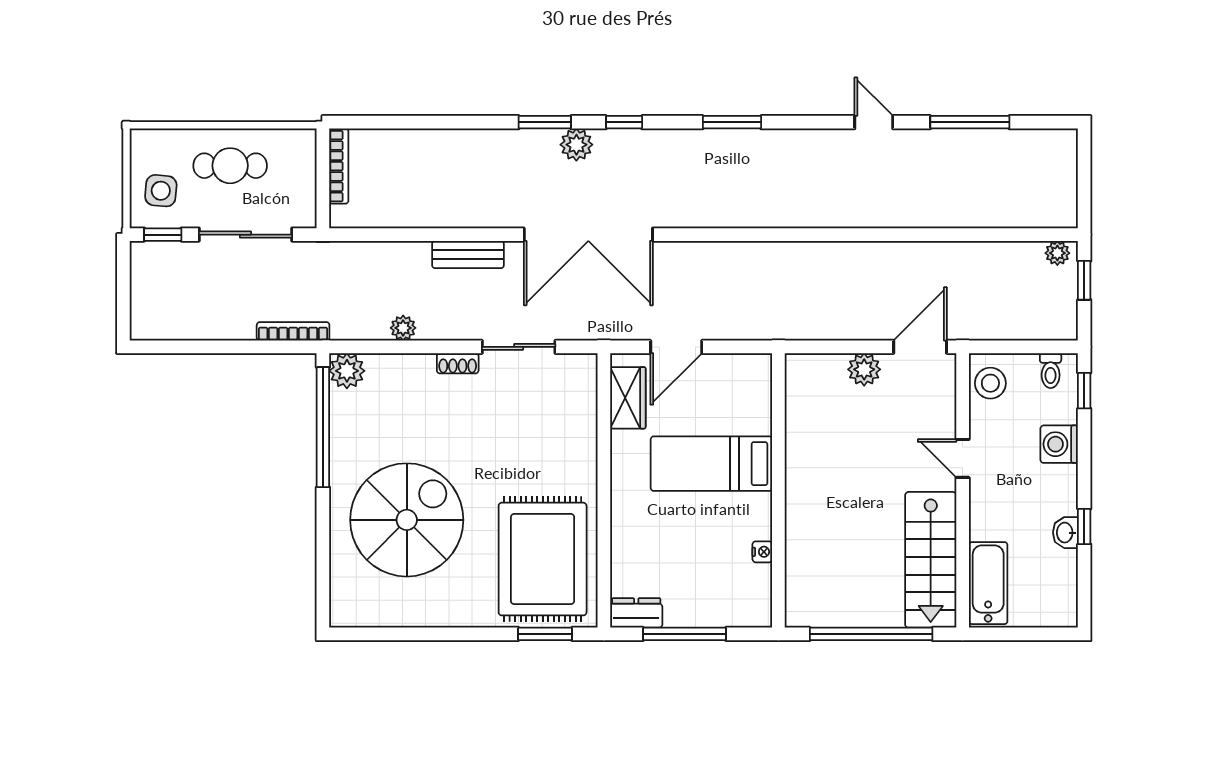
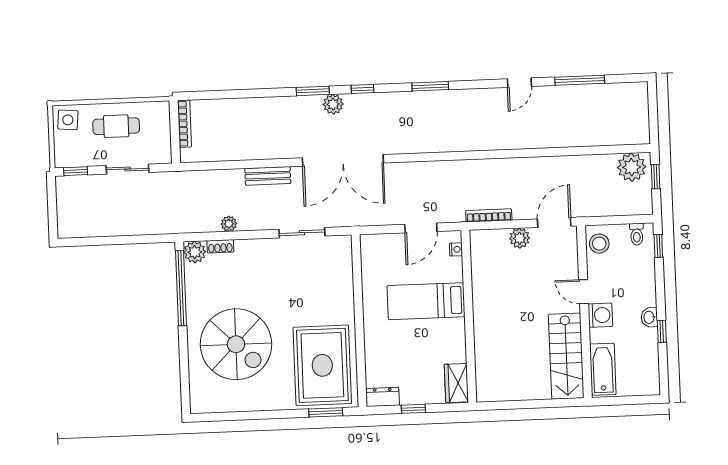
door: (874, 122) -> (519, 83), swing flipped
side table: (161, 191) -> (68, 120), moved
sliding door: (246, 235) -> (128, 169), width x0.73
plant: (1057, 253) -> (632, 167), width x1.87, depth x1.87
bookcase: (293, 331) -> (489, 215), moved
door: (676, 347) -> (421, 228), moved
shoe rack: (458, 363) -> (220, 246), moved
wardrobe: (628, 398) -> (456, 383), moved, turned 180
washing machine: (1059, 444) -> (600, 315), moved, turned 180
spiral stairs: (407, 520) -> (236, 344), turned 90
washbasin: (1065, 533) -> (649, 317), moved
nightstand: (762, 552) -> (456, 249), moved
window: (685, 634) -> (413, 409), width x0.46
window: (871, 634) -> (531, 404), removed

